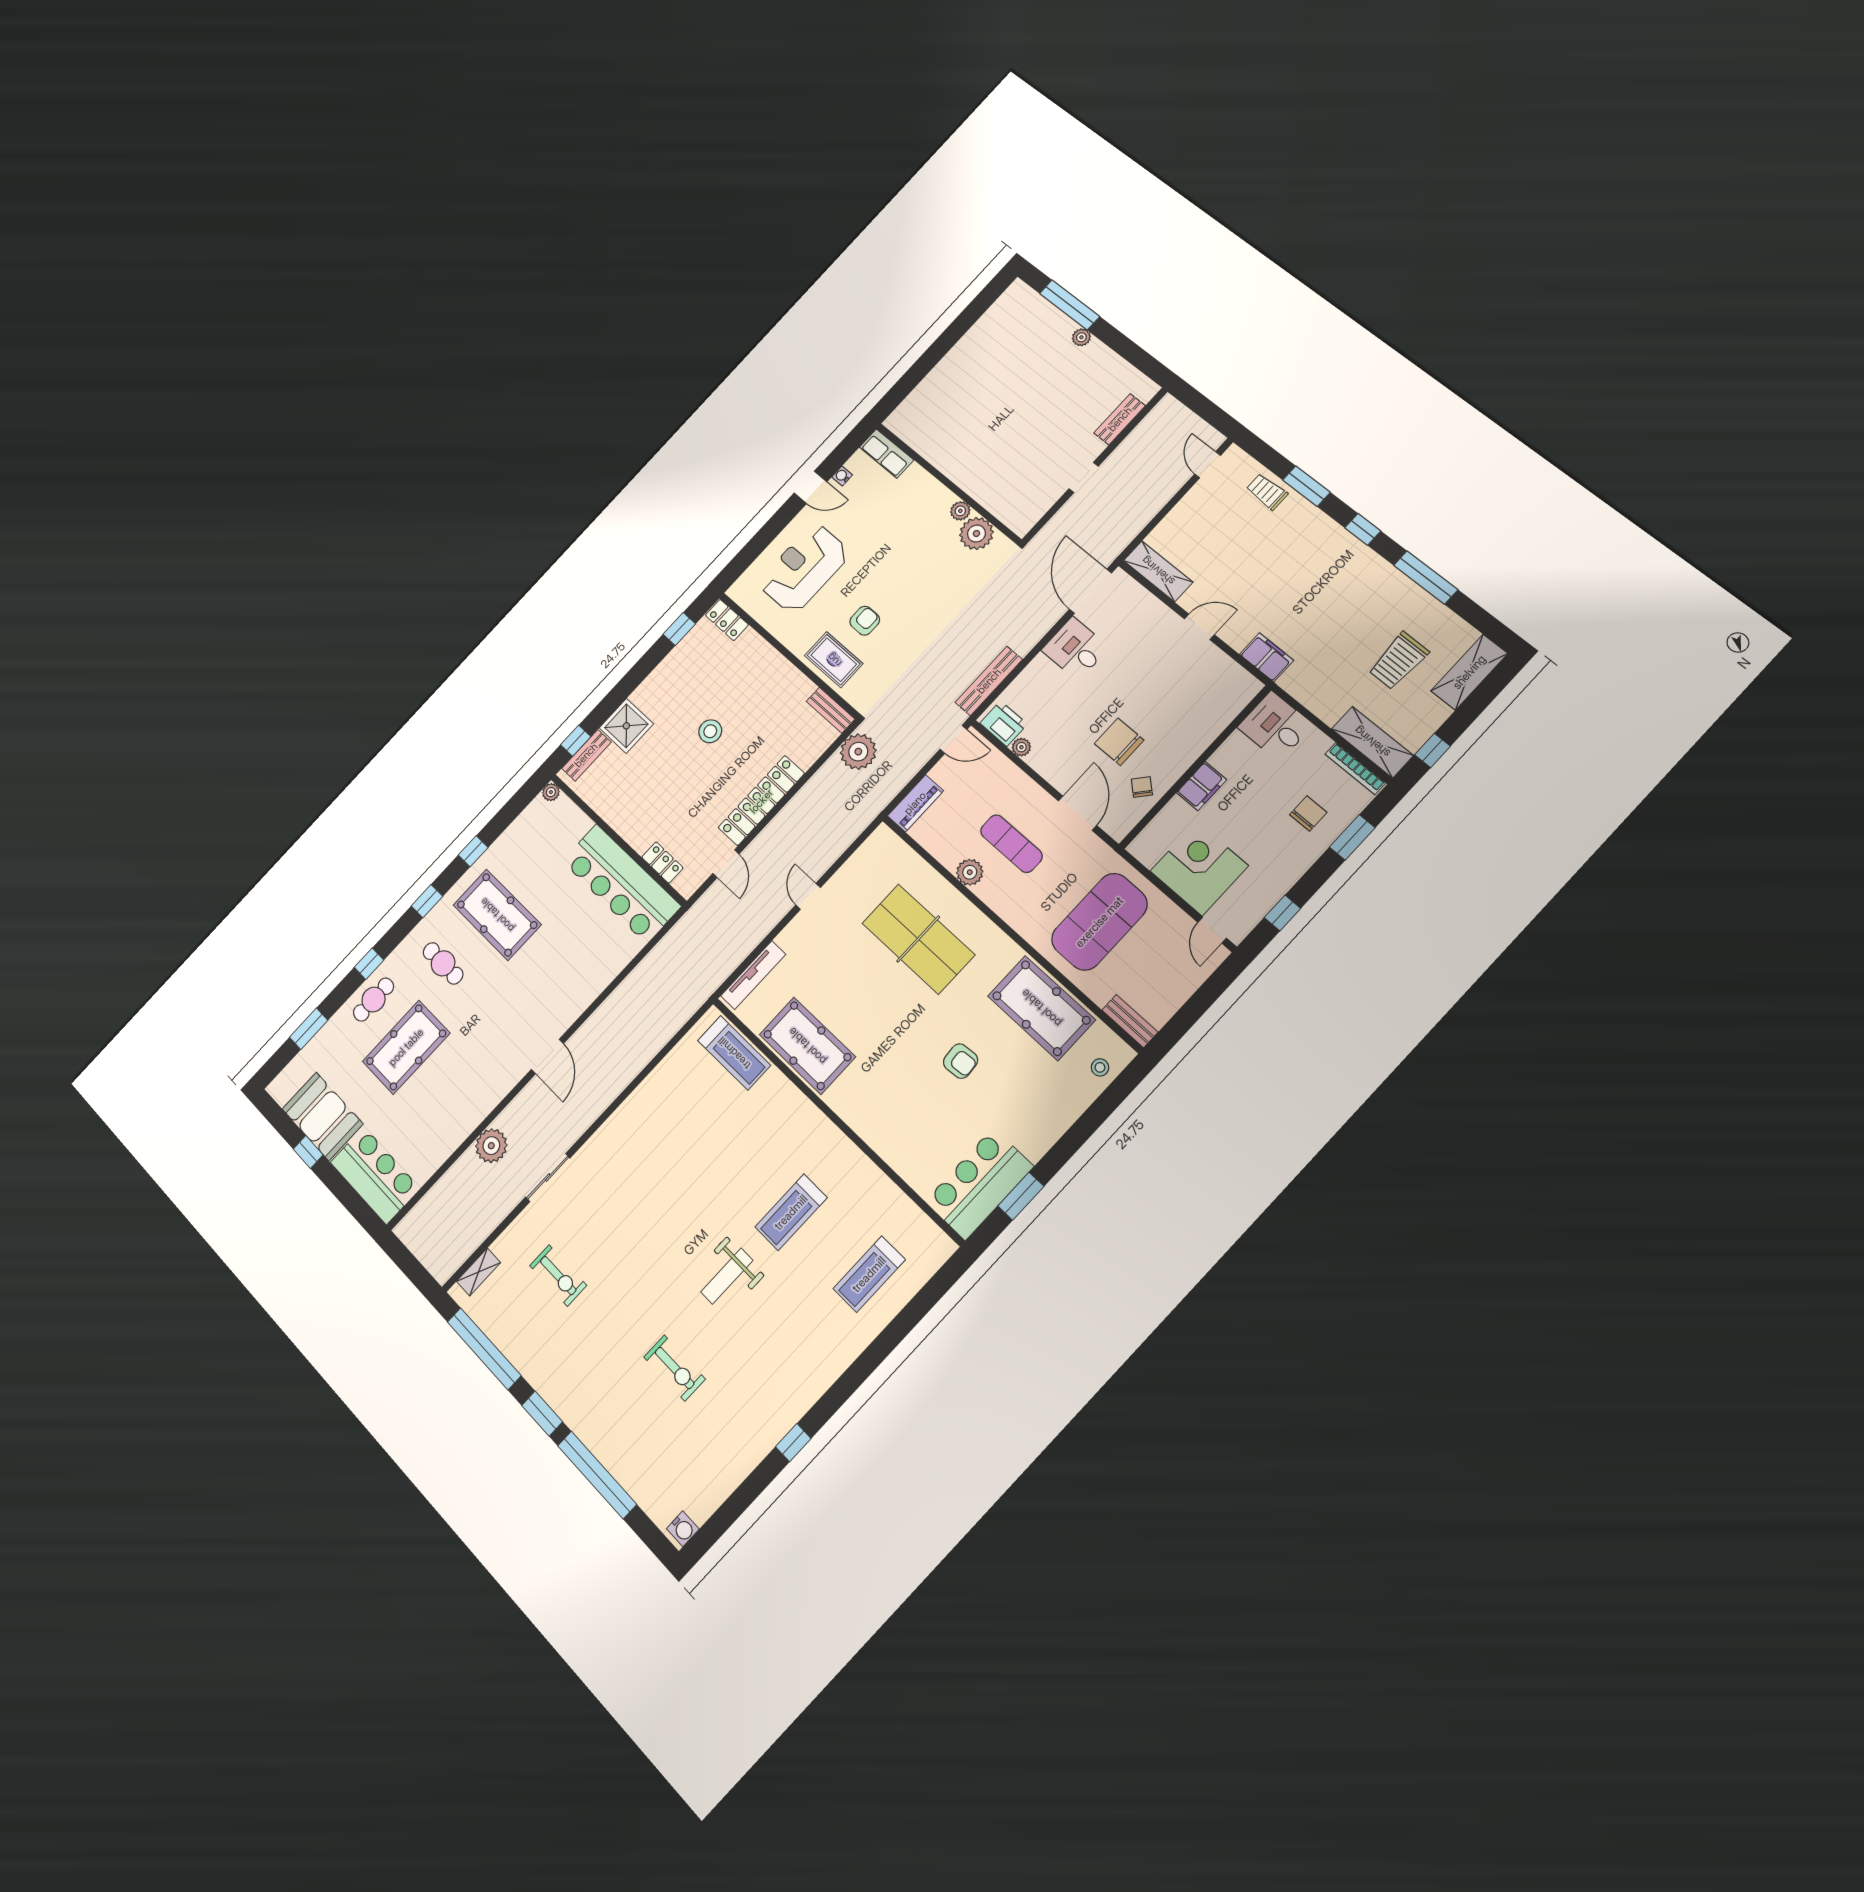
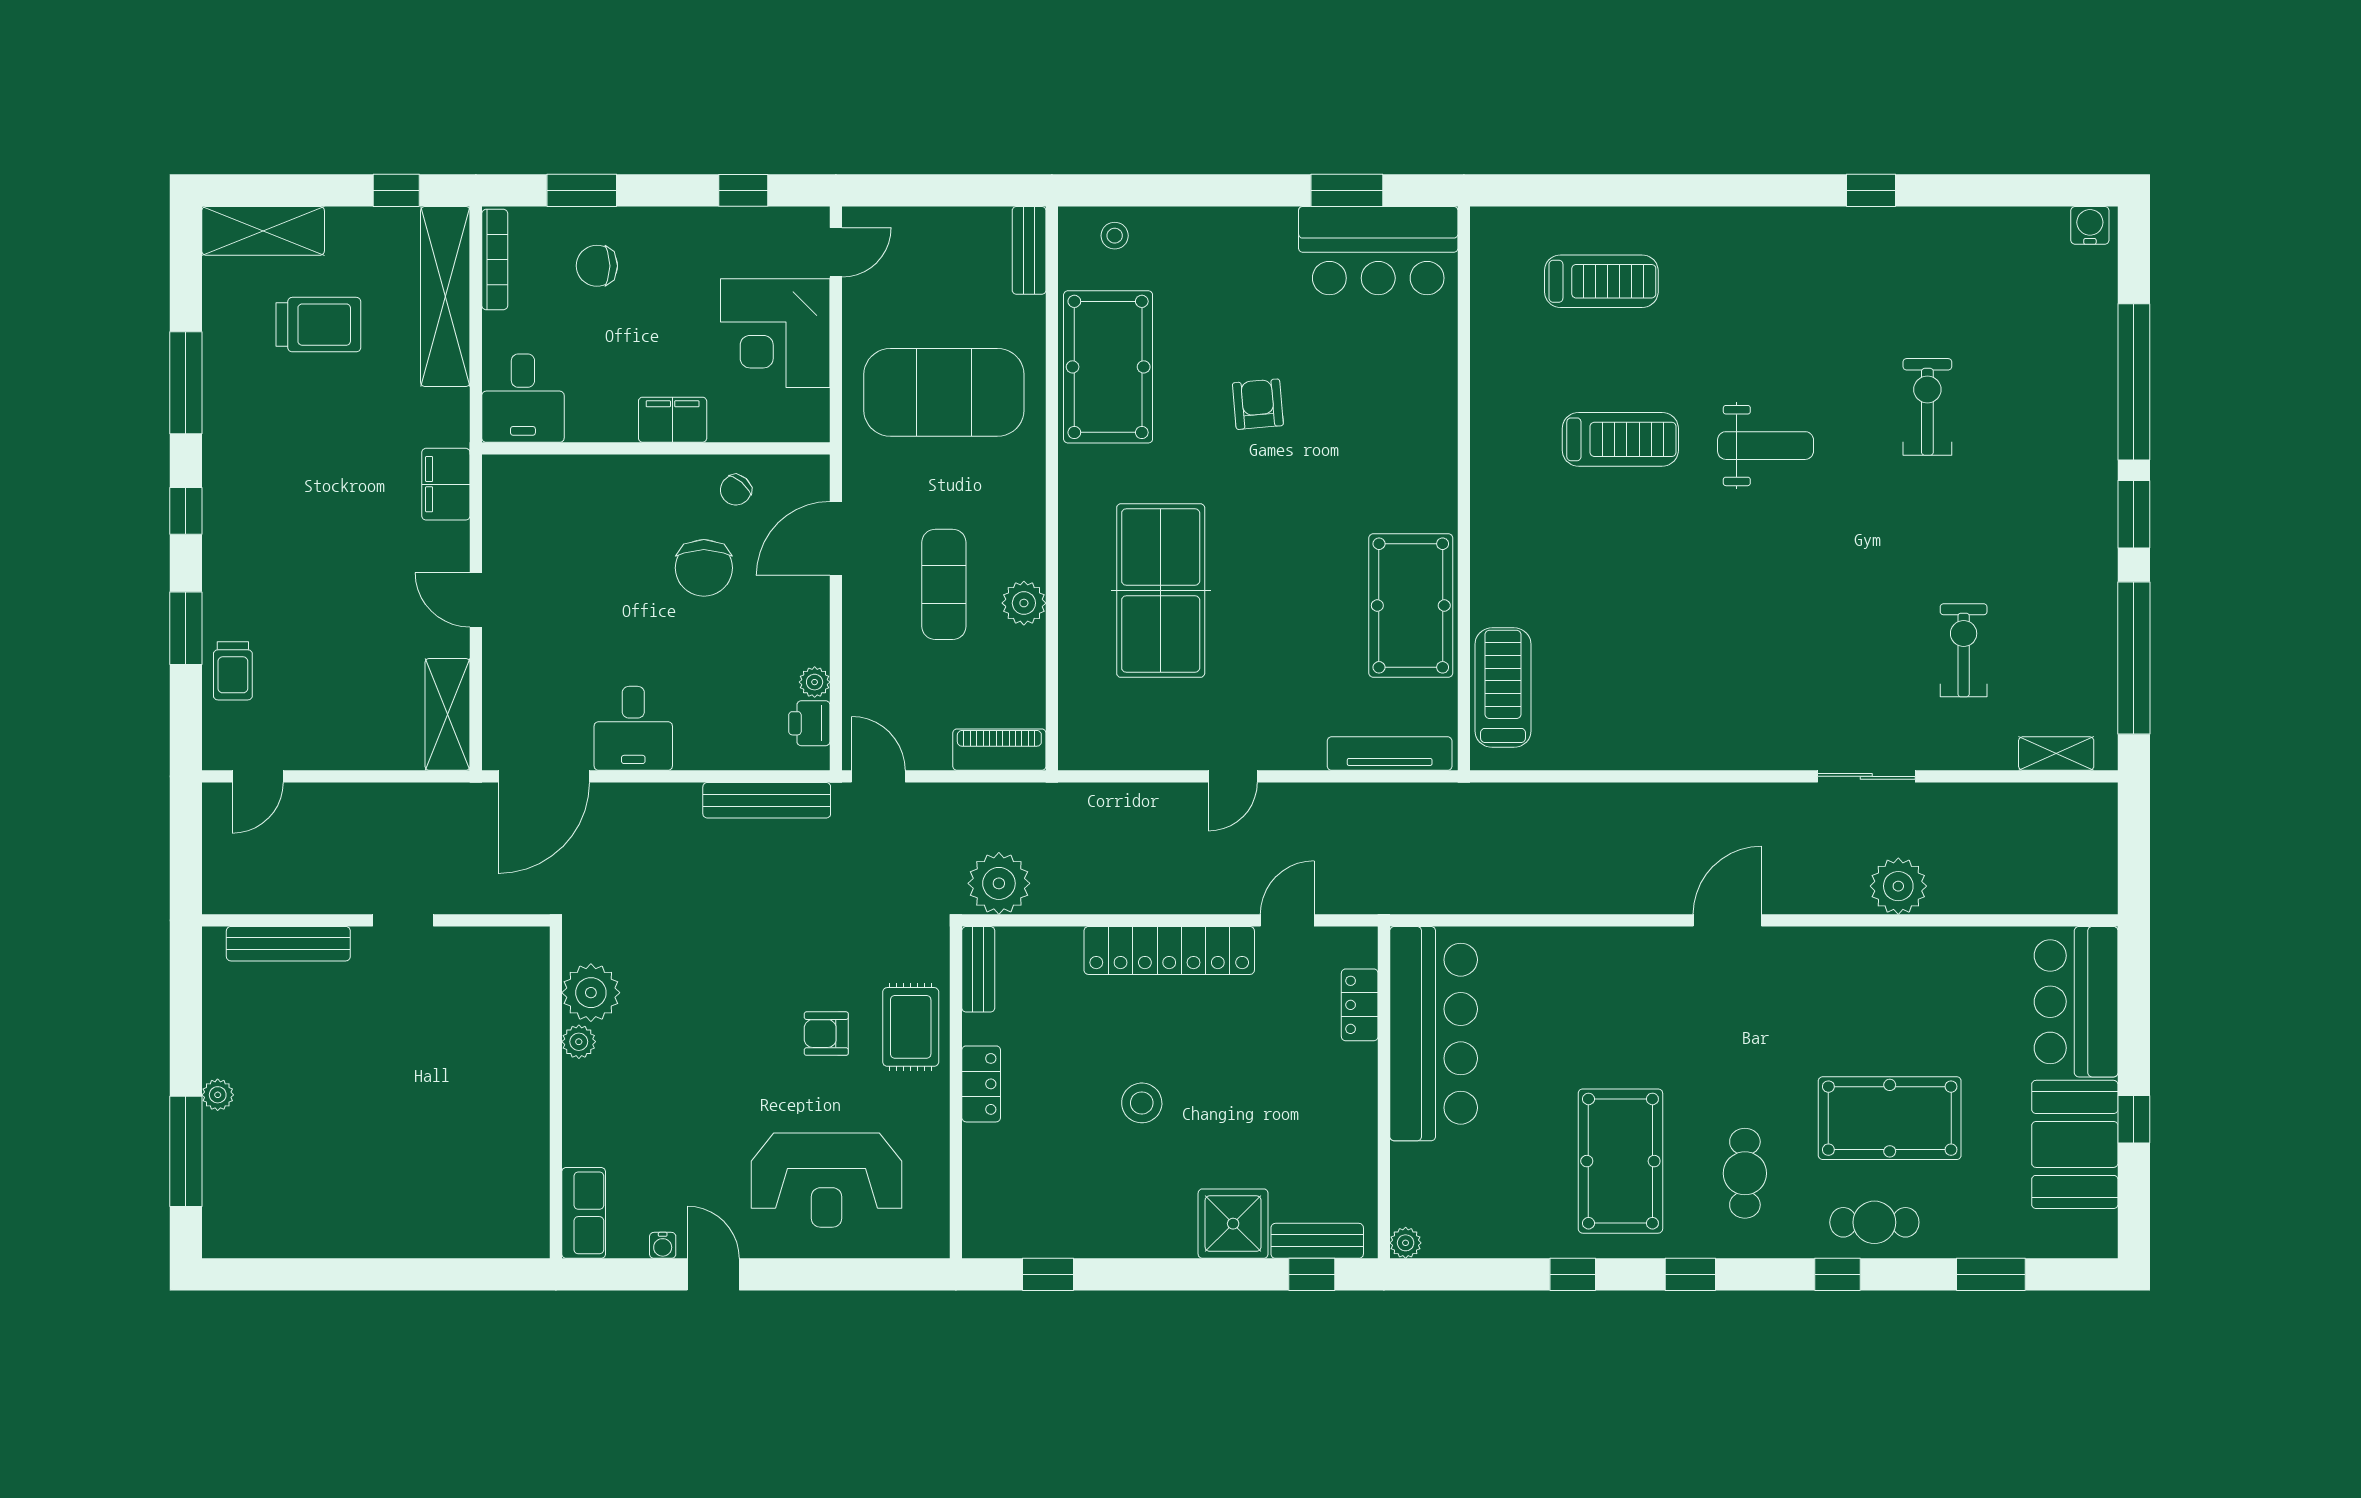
bench: (1120, 419) -> (288, 944), width x1.36
locker: (727, 620) -> (981, 1084), moved
printer: (1004, 724) -> (809, 723), width x0.73, depth x0.81
shelving: (1372, 742) -> (445, 297), width x1.47

